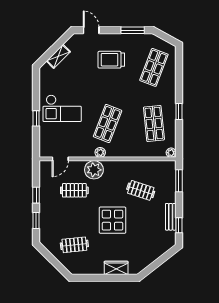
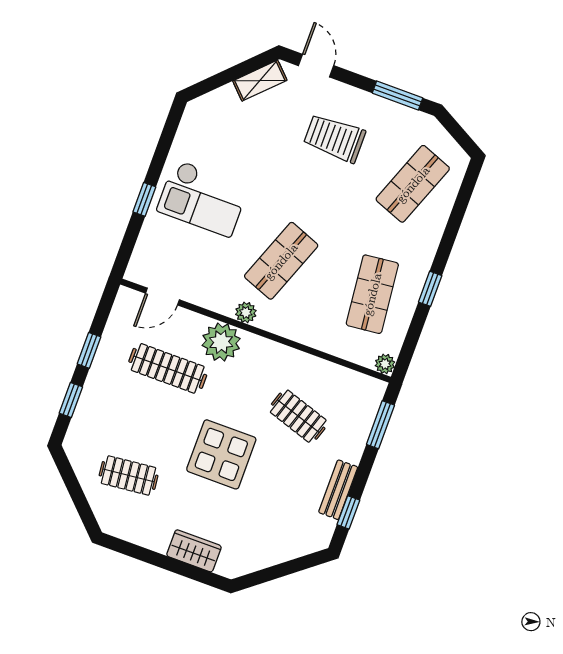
shelving: (58, 56) -> (260, 81), moved
clothes rail: (74, 190) -> (168, 368), width x1.36

